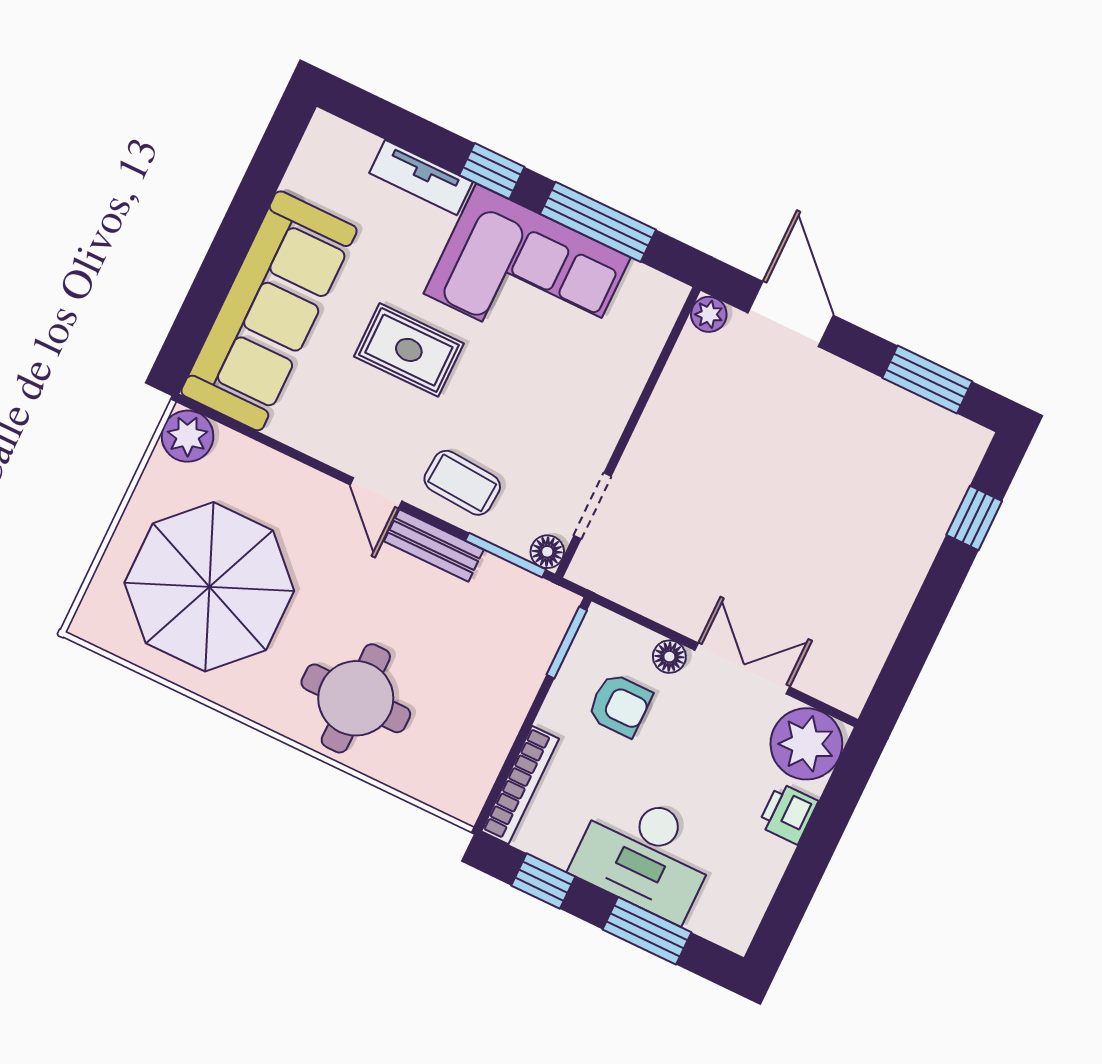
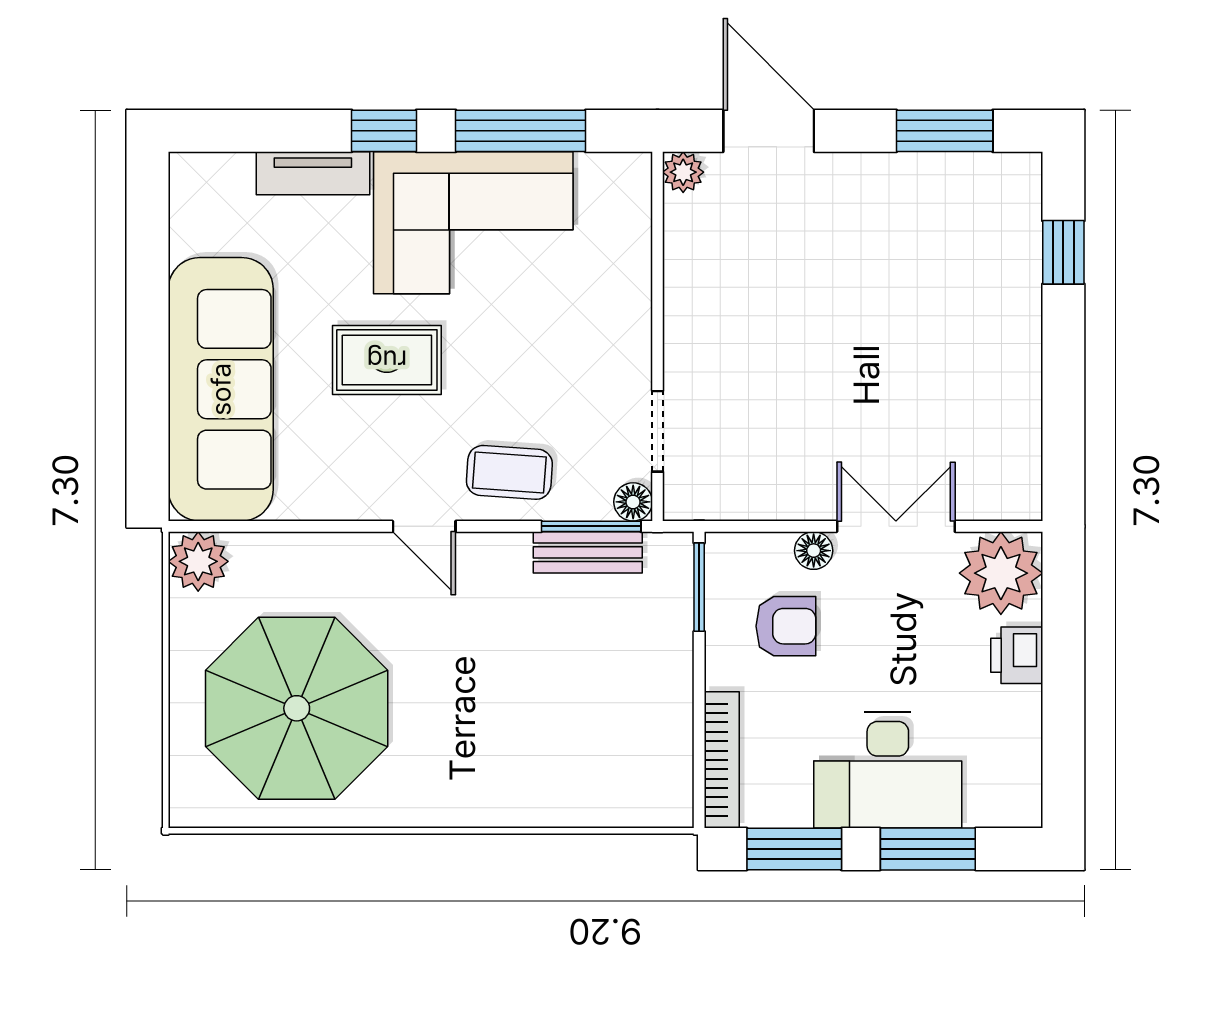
bench: (434, 545) -> (588, 552), moved
round table: (356, 698) -> (506, 752), removed
window: (543, 881) -> (794, 849), width x1.50

